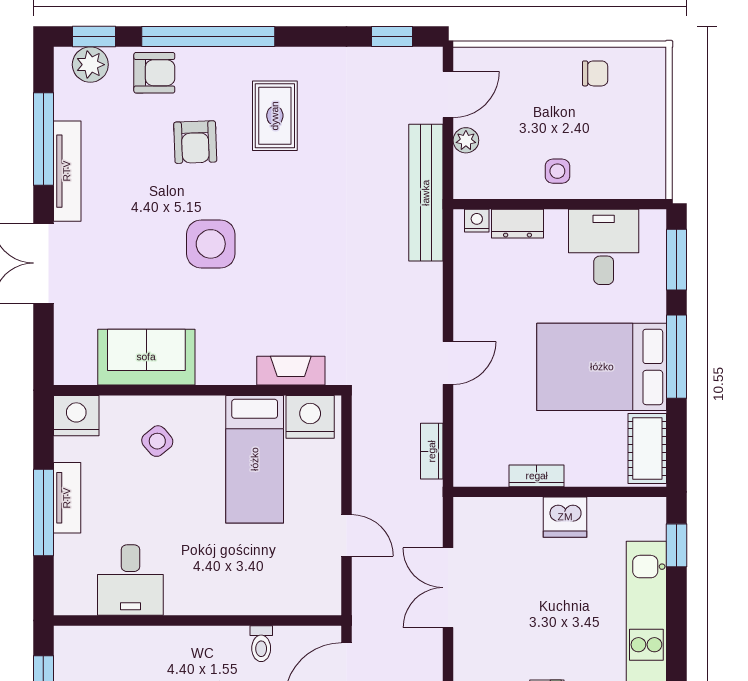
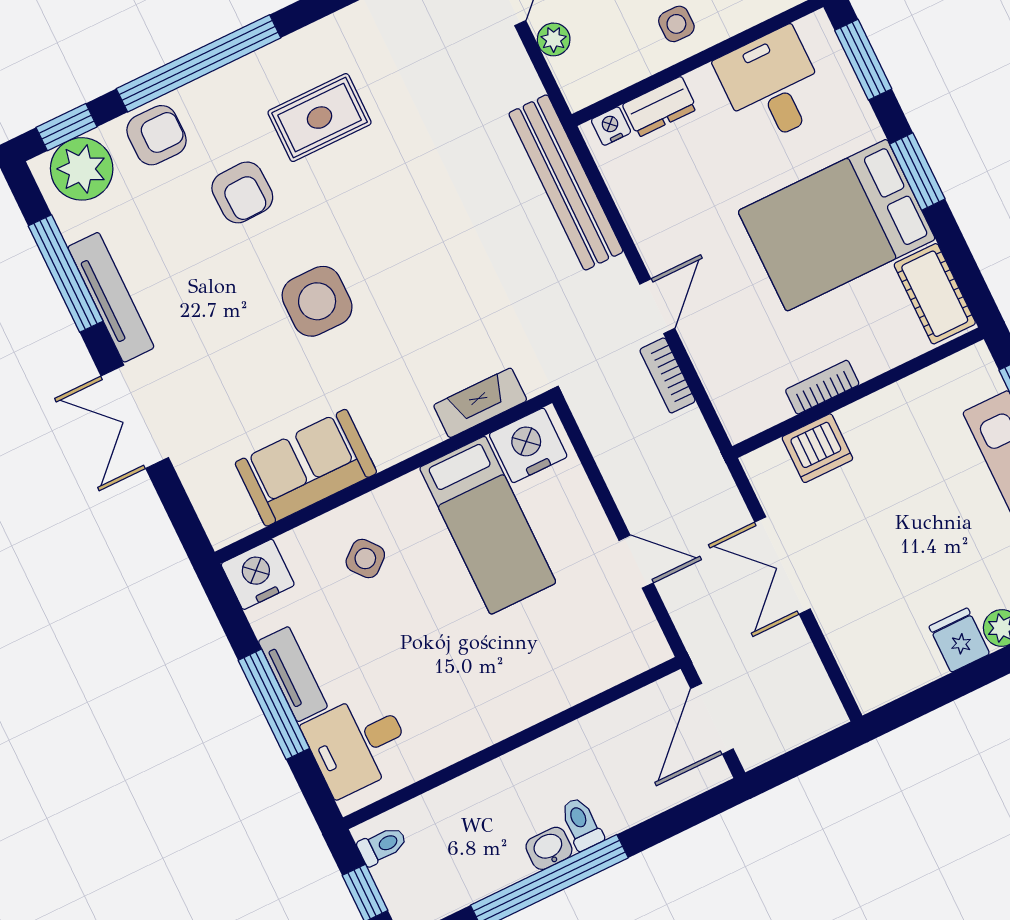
plant: (90, 65) -> (82, 169), width x1.36, depth x1.36
rug: (275, 116) -> (320, 118), turned 90
bench: (426, 193) -> (566, 182), moved
window: (677, 357) -> (917, 171), width x0.69
bookcase: (432, 451) -> (668, 375), moved
dishwasher: (565, 517) -> (817, 448), moved
desk: (130, 580) -> (358, 744), moved, turned 90
toilet: (261, 644) -> (382, 846), moved, turned -90

